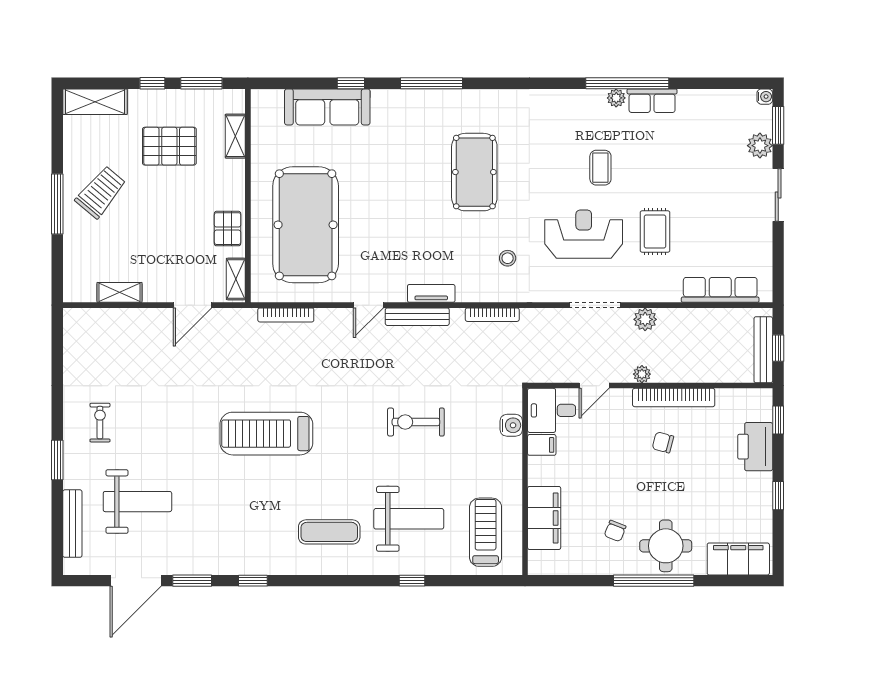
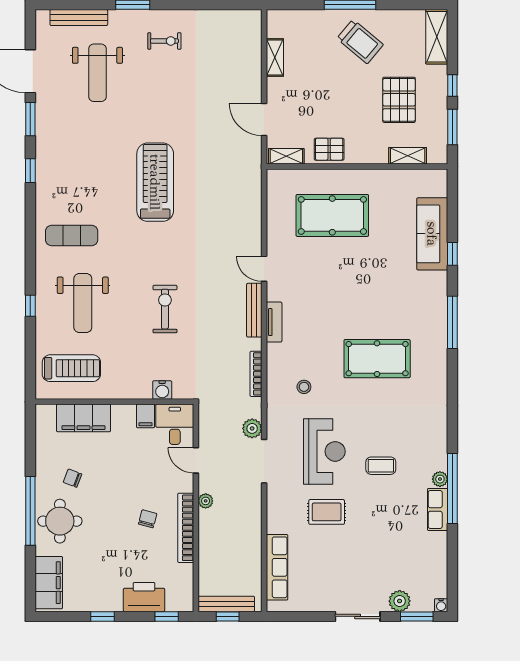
pool table: (306, 225) -> (332, 215), width x0.73, depth x0.76
bookcase: (286, 315) -> (256, 199), removed
plant: (645, 319) -> (252, 428), moved
exercise mat: (329, 532) -> (72, 235), turned 90

